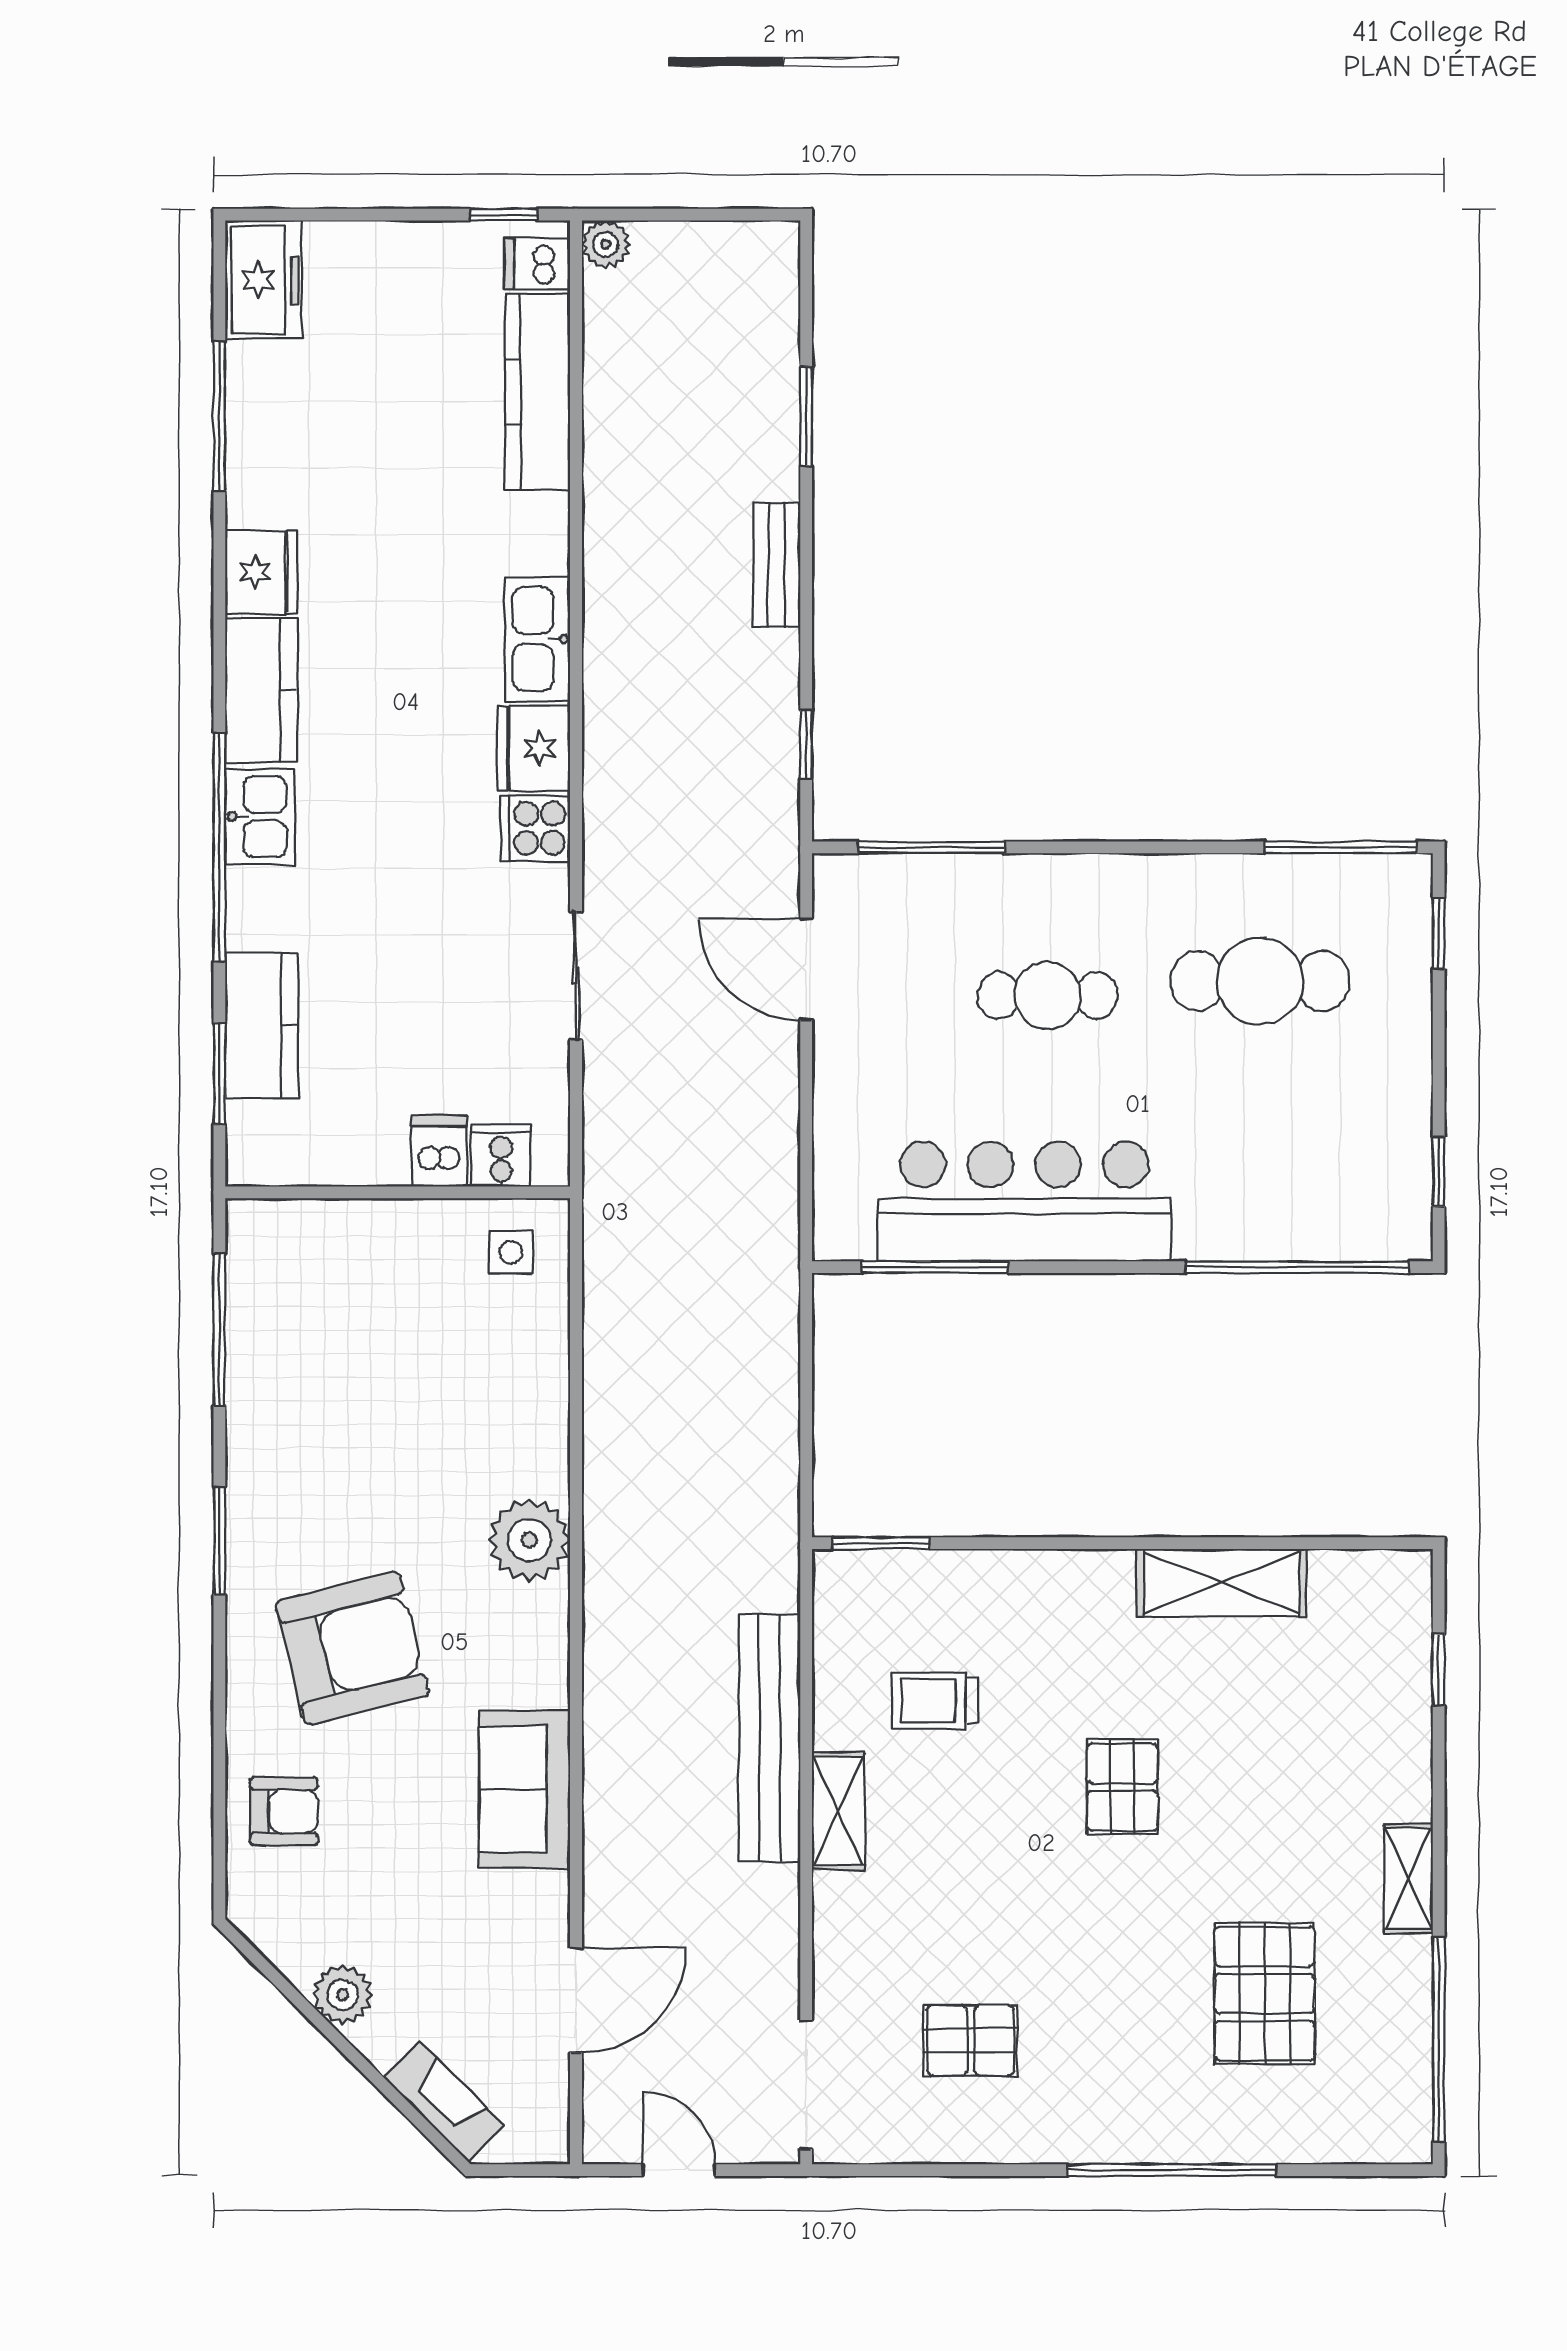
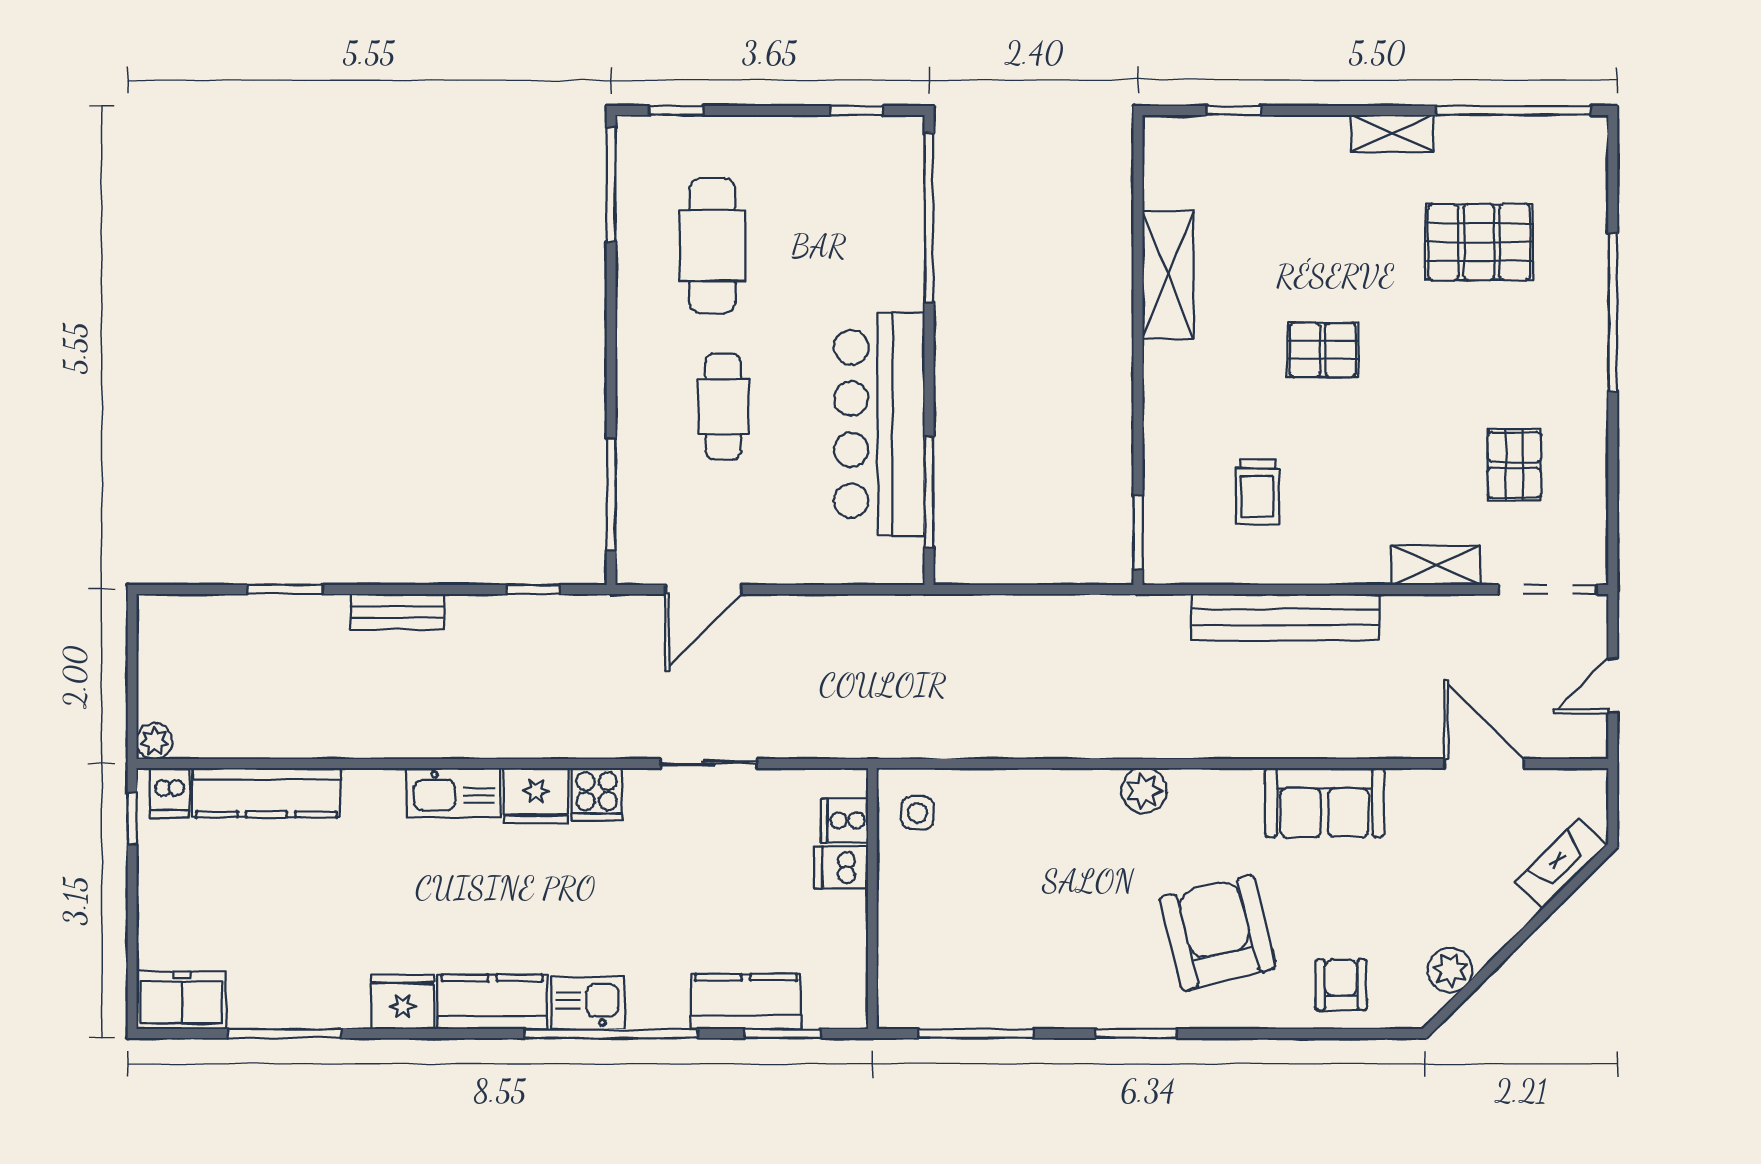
plant: (529, 1540) -> (1144, 791), width x0.73, depth x0.73
shelving: (838, 1811) -> (1436, 565), moved
plant: (343, 1995) -> (1450, 970), moved

